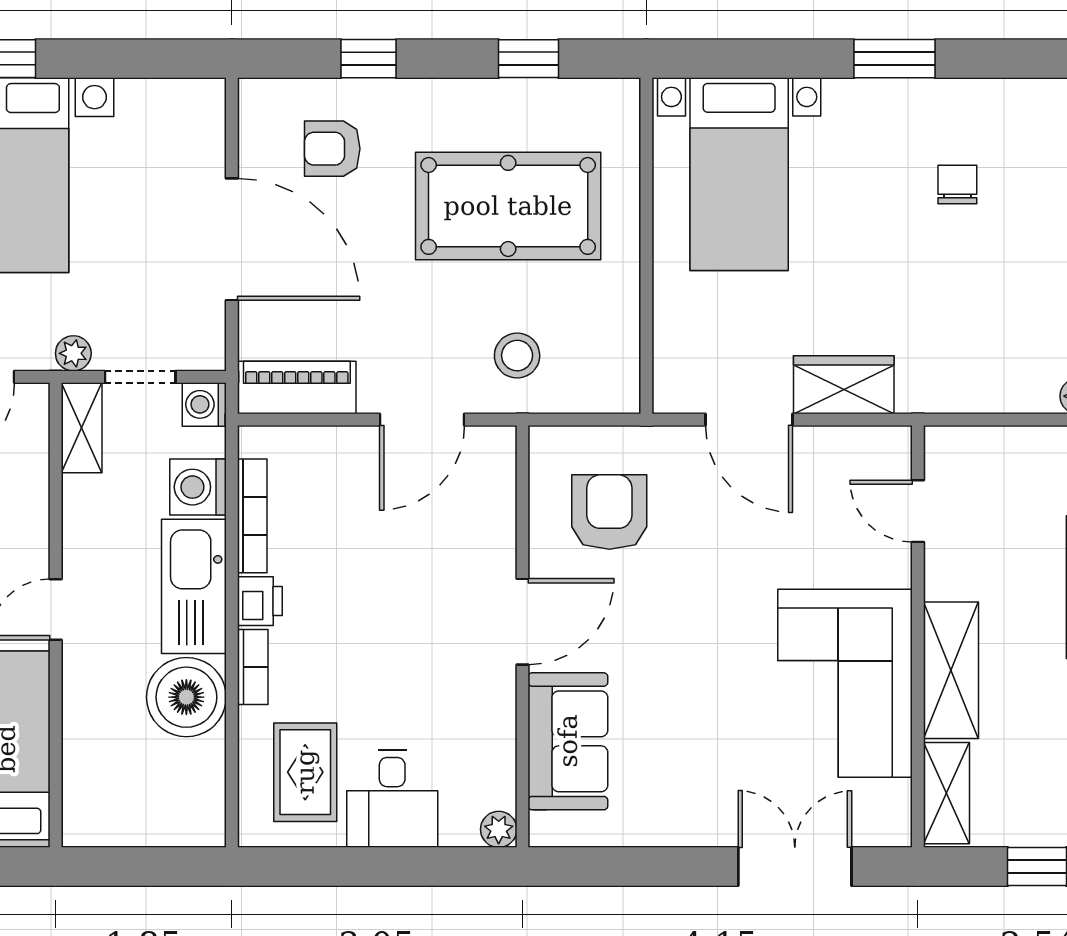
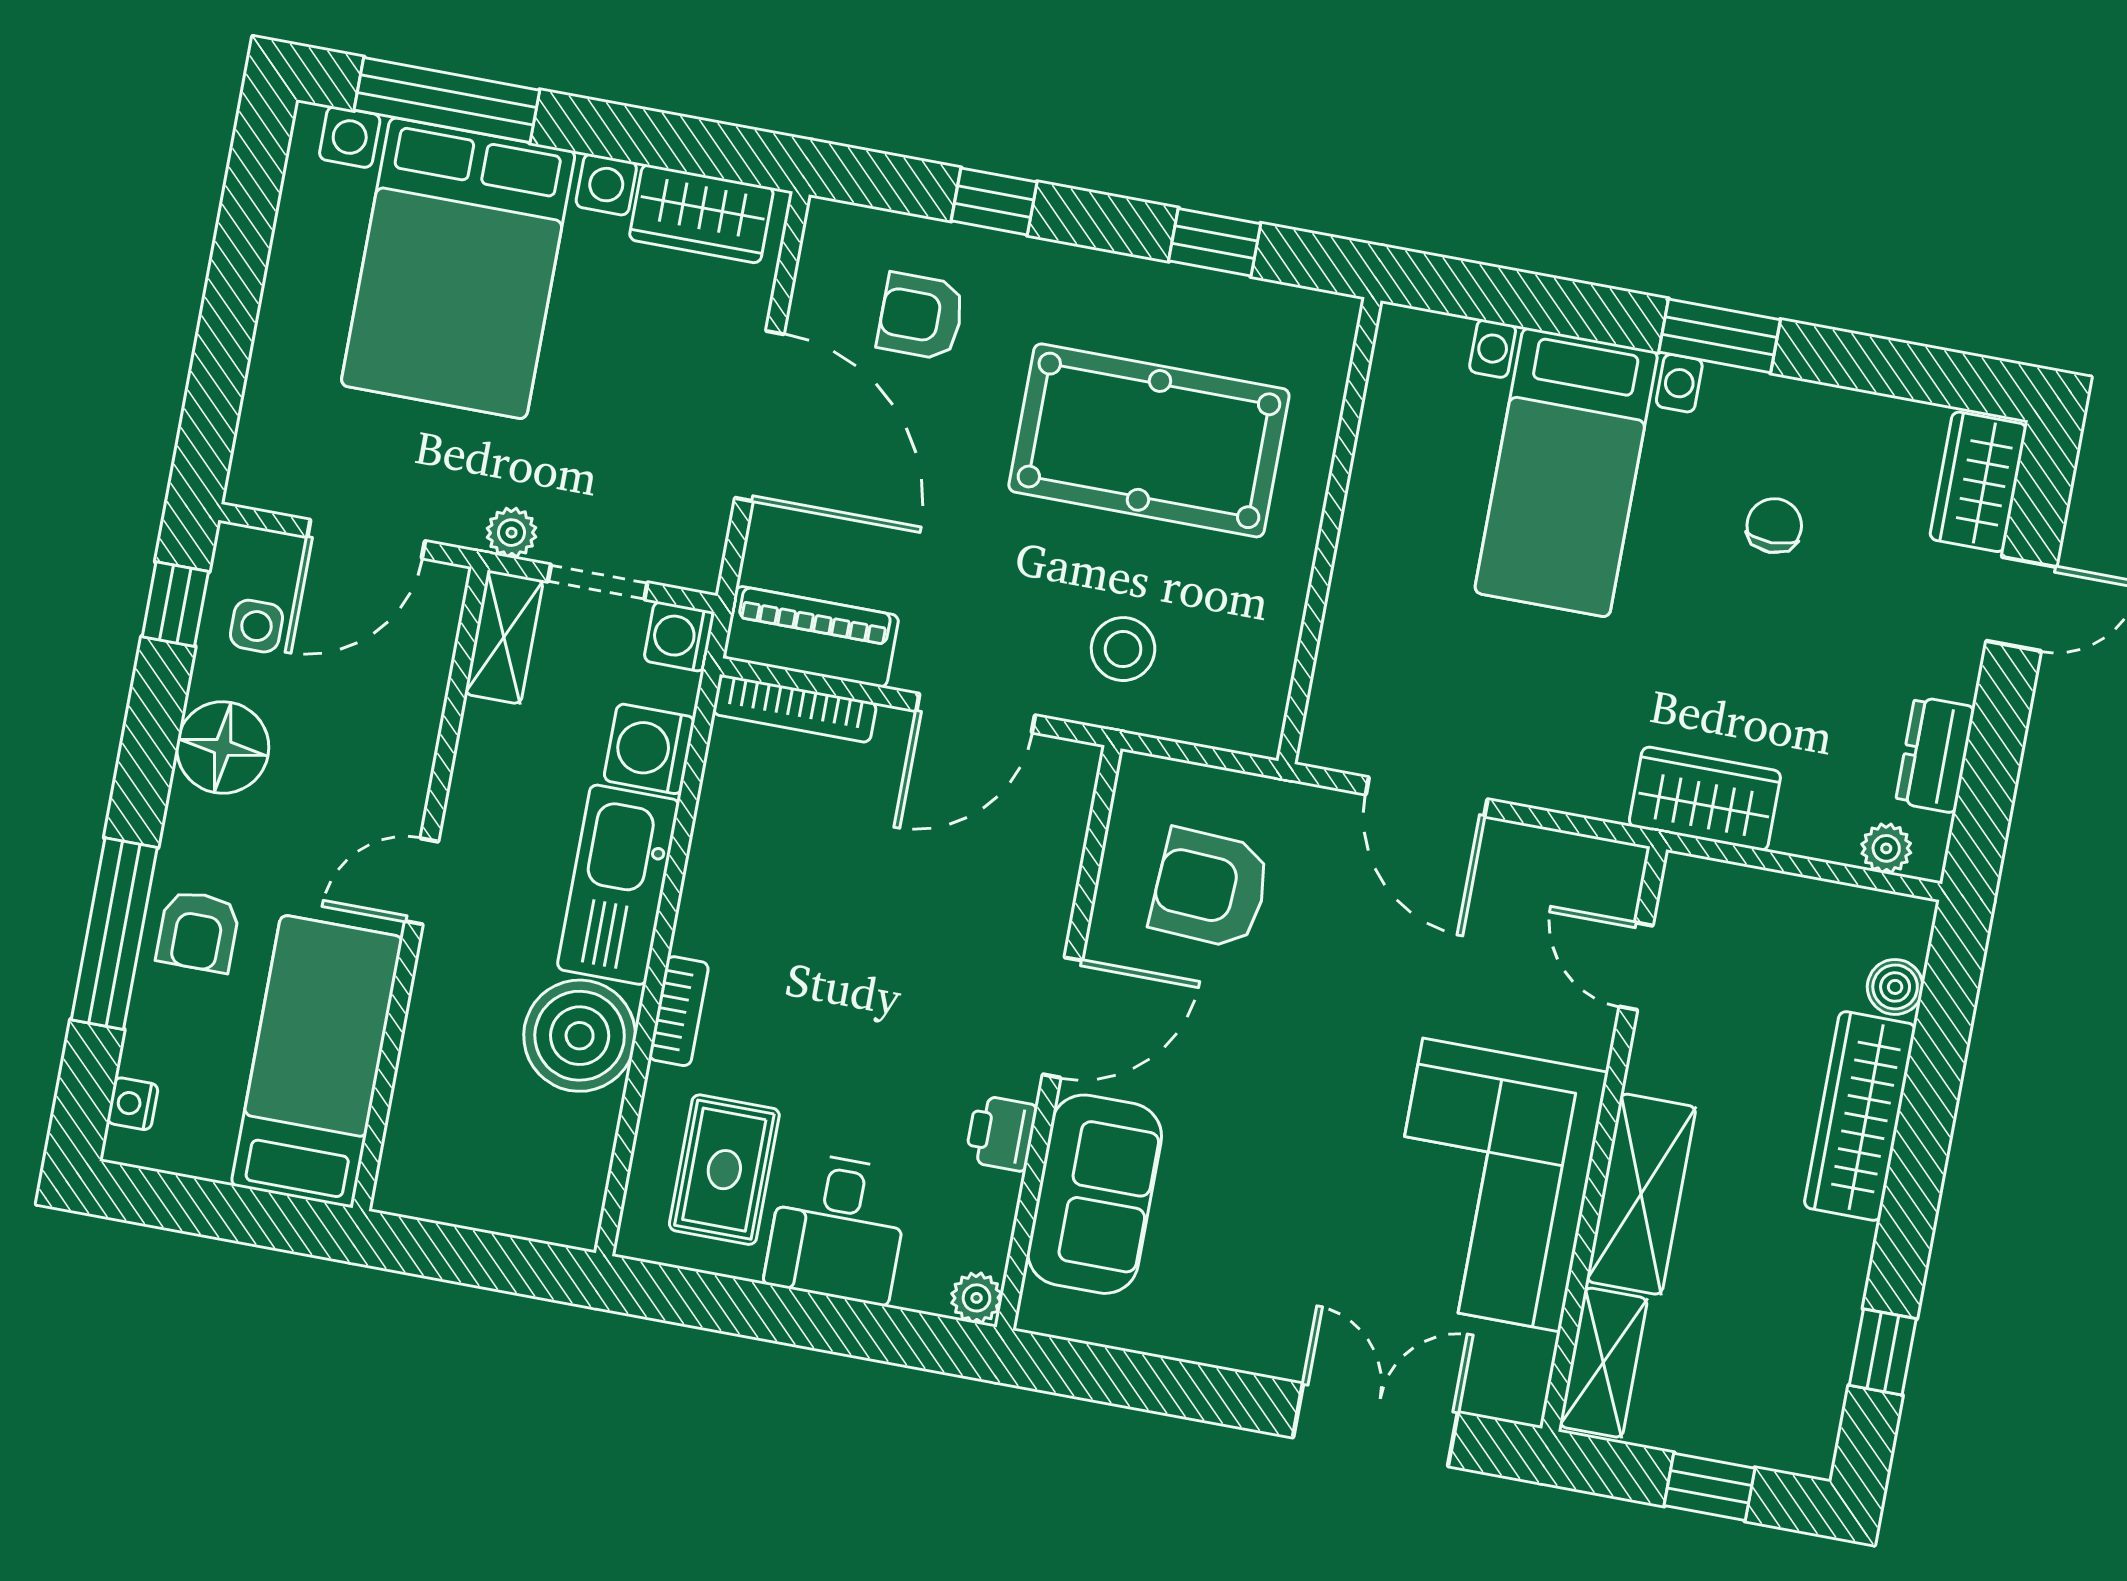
wardrobe: (165, 105) -> (701, 214), added
bed with nightstands: (739, 174) -> (1566, 472), moved
wardrobe: (844, 385) -> (1705, 799), moved
armchair: (609, 512) -> (1210, 888), turned -87
bookcase: (252, 516) -> (795, 709), moved, turned 90
printer: (260, 601) -> (1001, 1133), moved, turned 180

